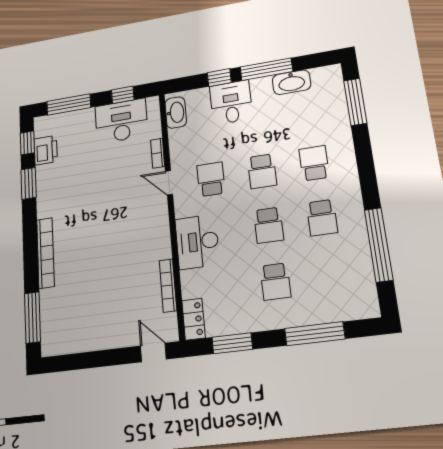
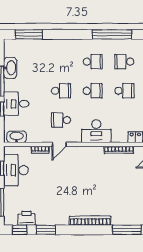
school desk: (314, 163) -> (124, 62), moved

